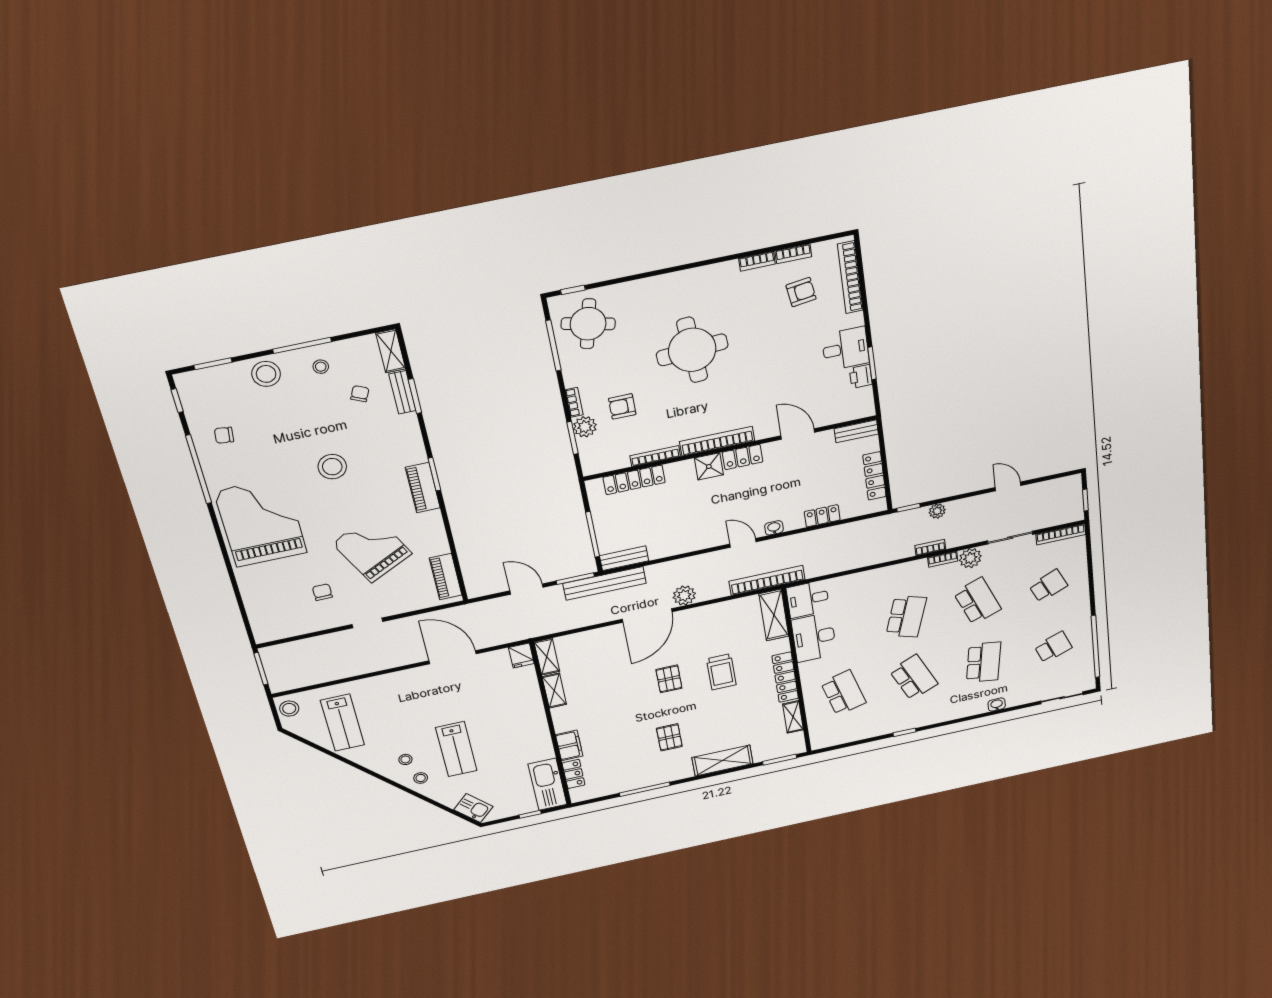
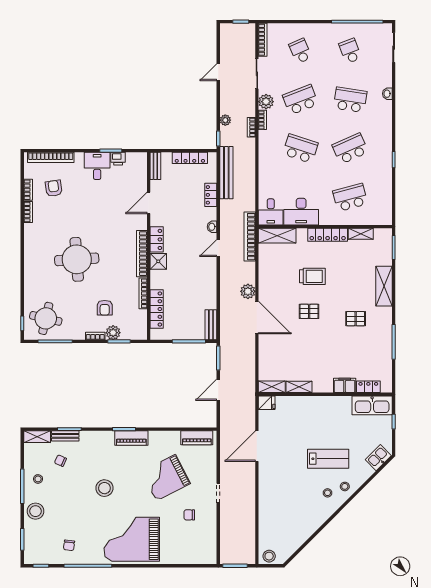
bench: (605, 583) -> (226, 173), moved
lab bench: (342, 723) -> (288, 526), removed

